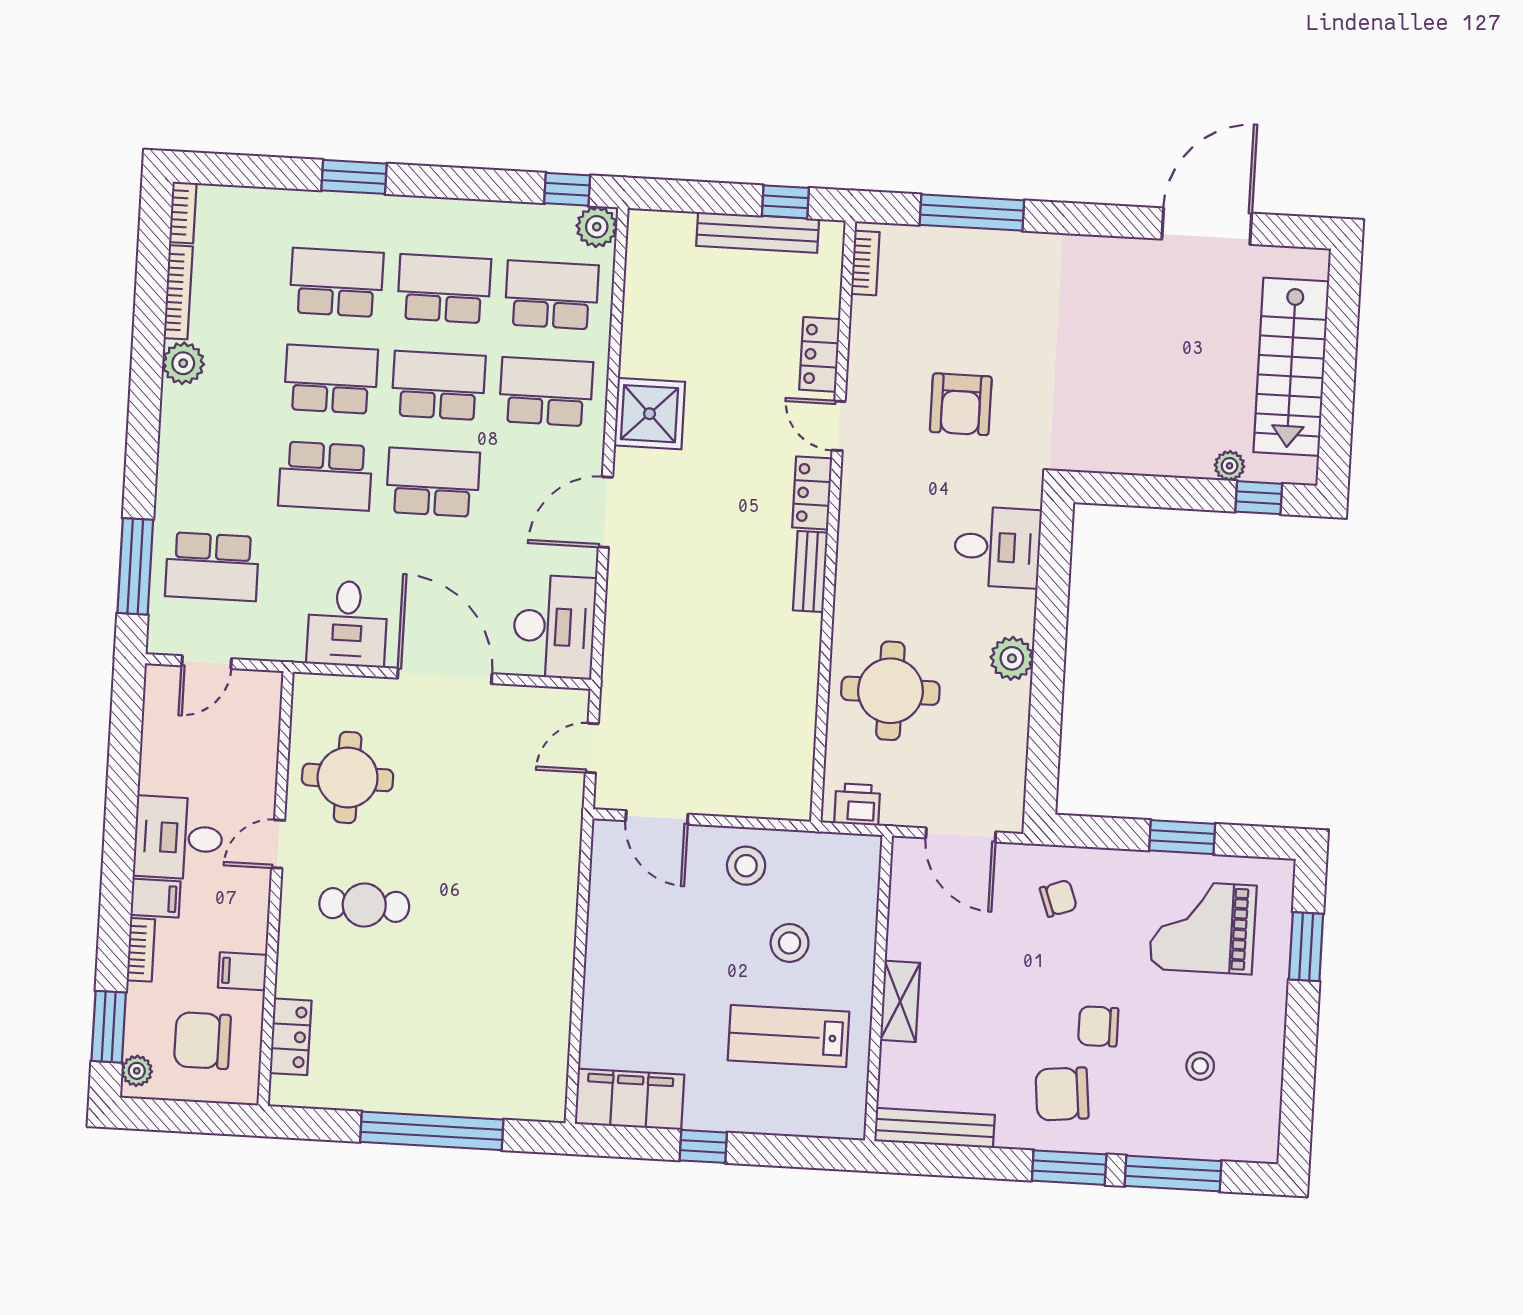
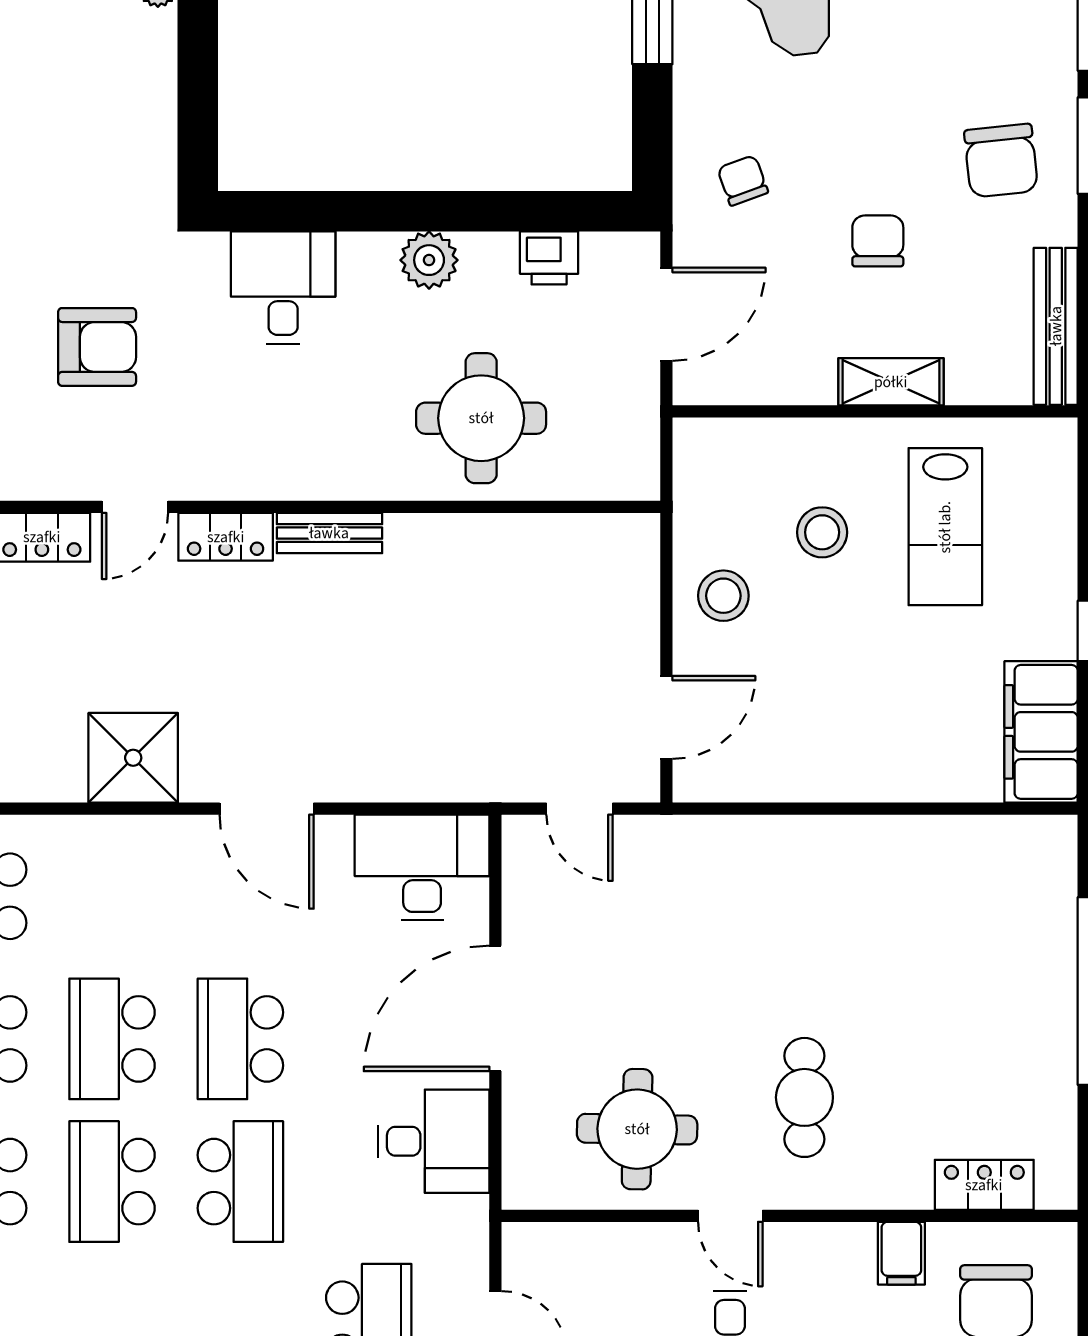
school desk: (546, 392) -> (112, 896), removed
printer: (857, 804) -> (549, 258), moved, turned -90
chair: (1098, 1026) -> (878, 241), moved, turned 180

